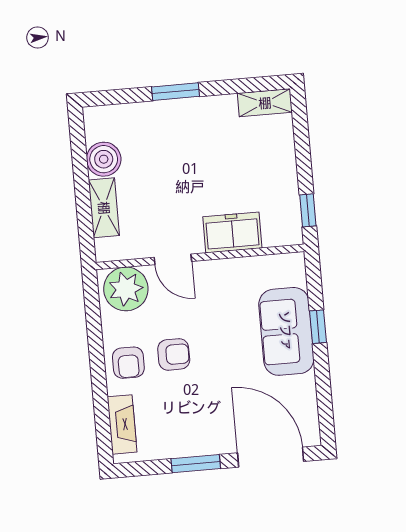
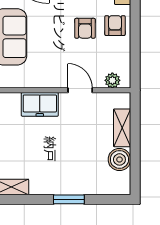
plant: (126, 289) -> (112, 80), width x0.53, depth x0.53
armchair: (174, 354) -> (85, 28), turned -90

